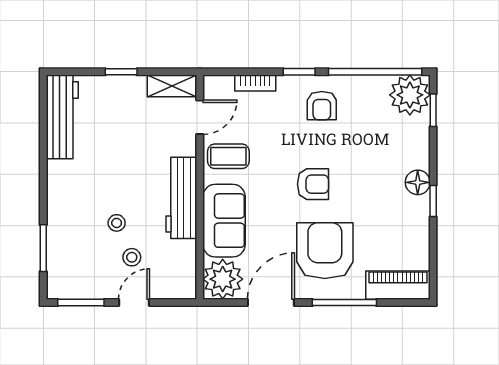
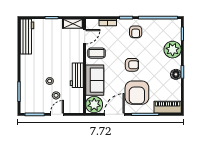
plant: (410, 95) -> (173, 50), moved
floor lamp: (418, 182) -> (176, 74), moved
workbench: (181, 198) -> (77, 75), width x0.73
armchair: (325, 251) -> (137, 93), turned 180

